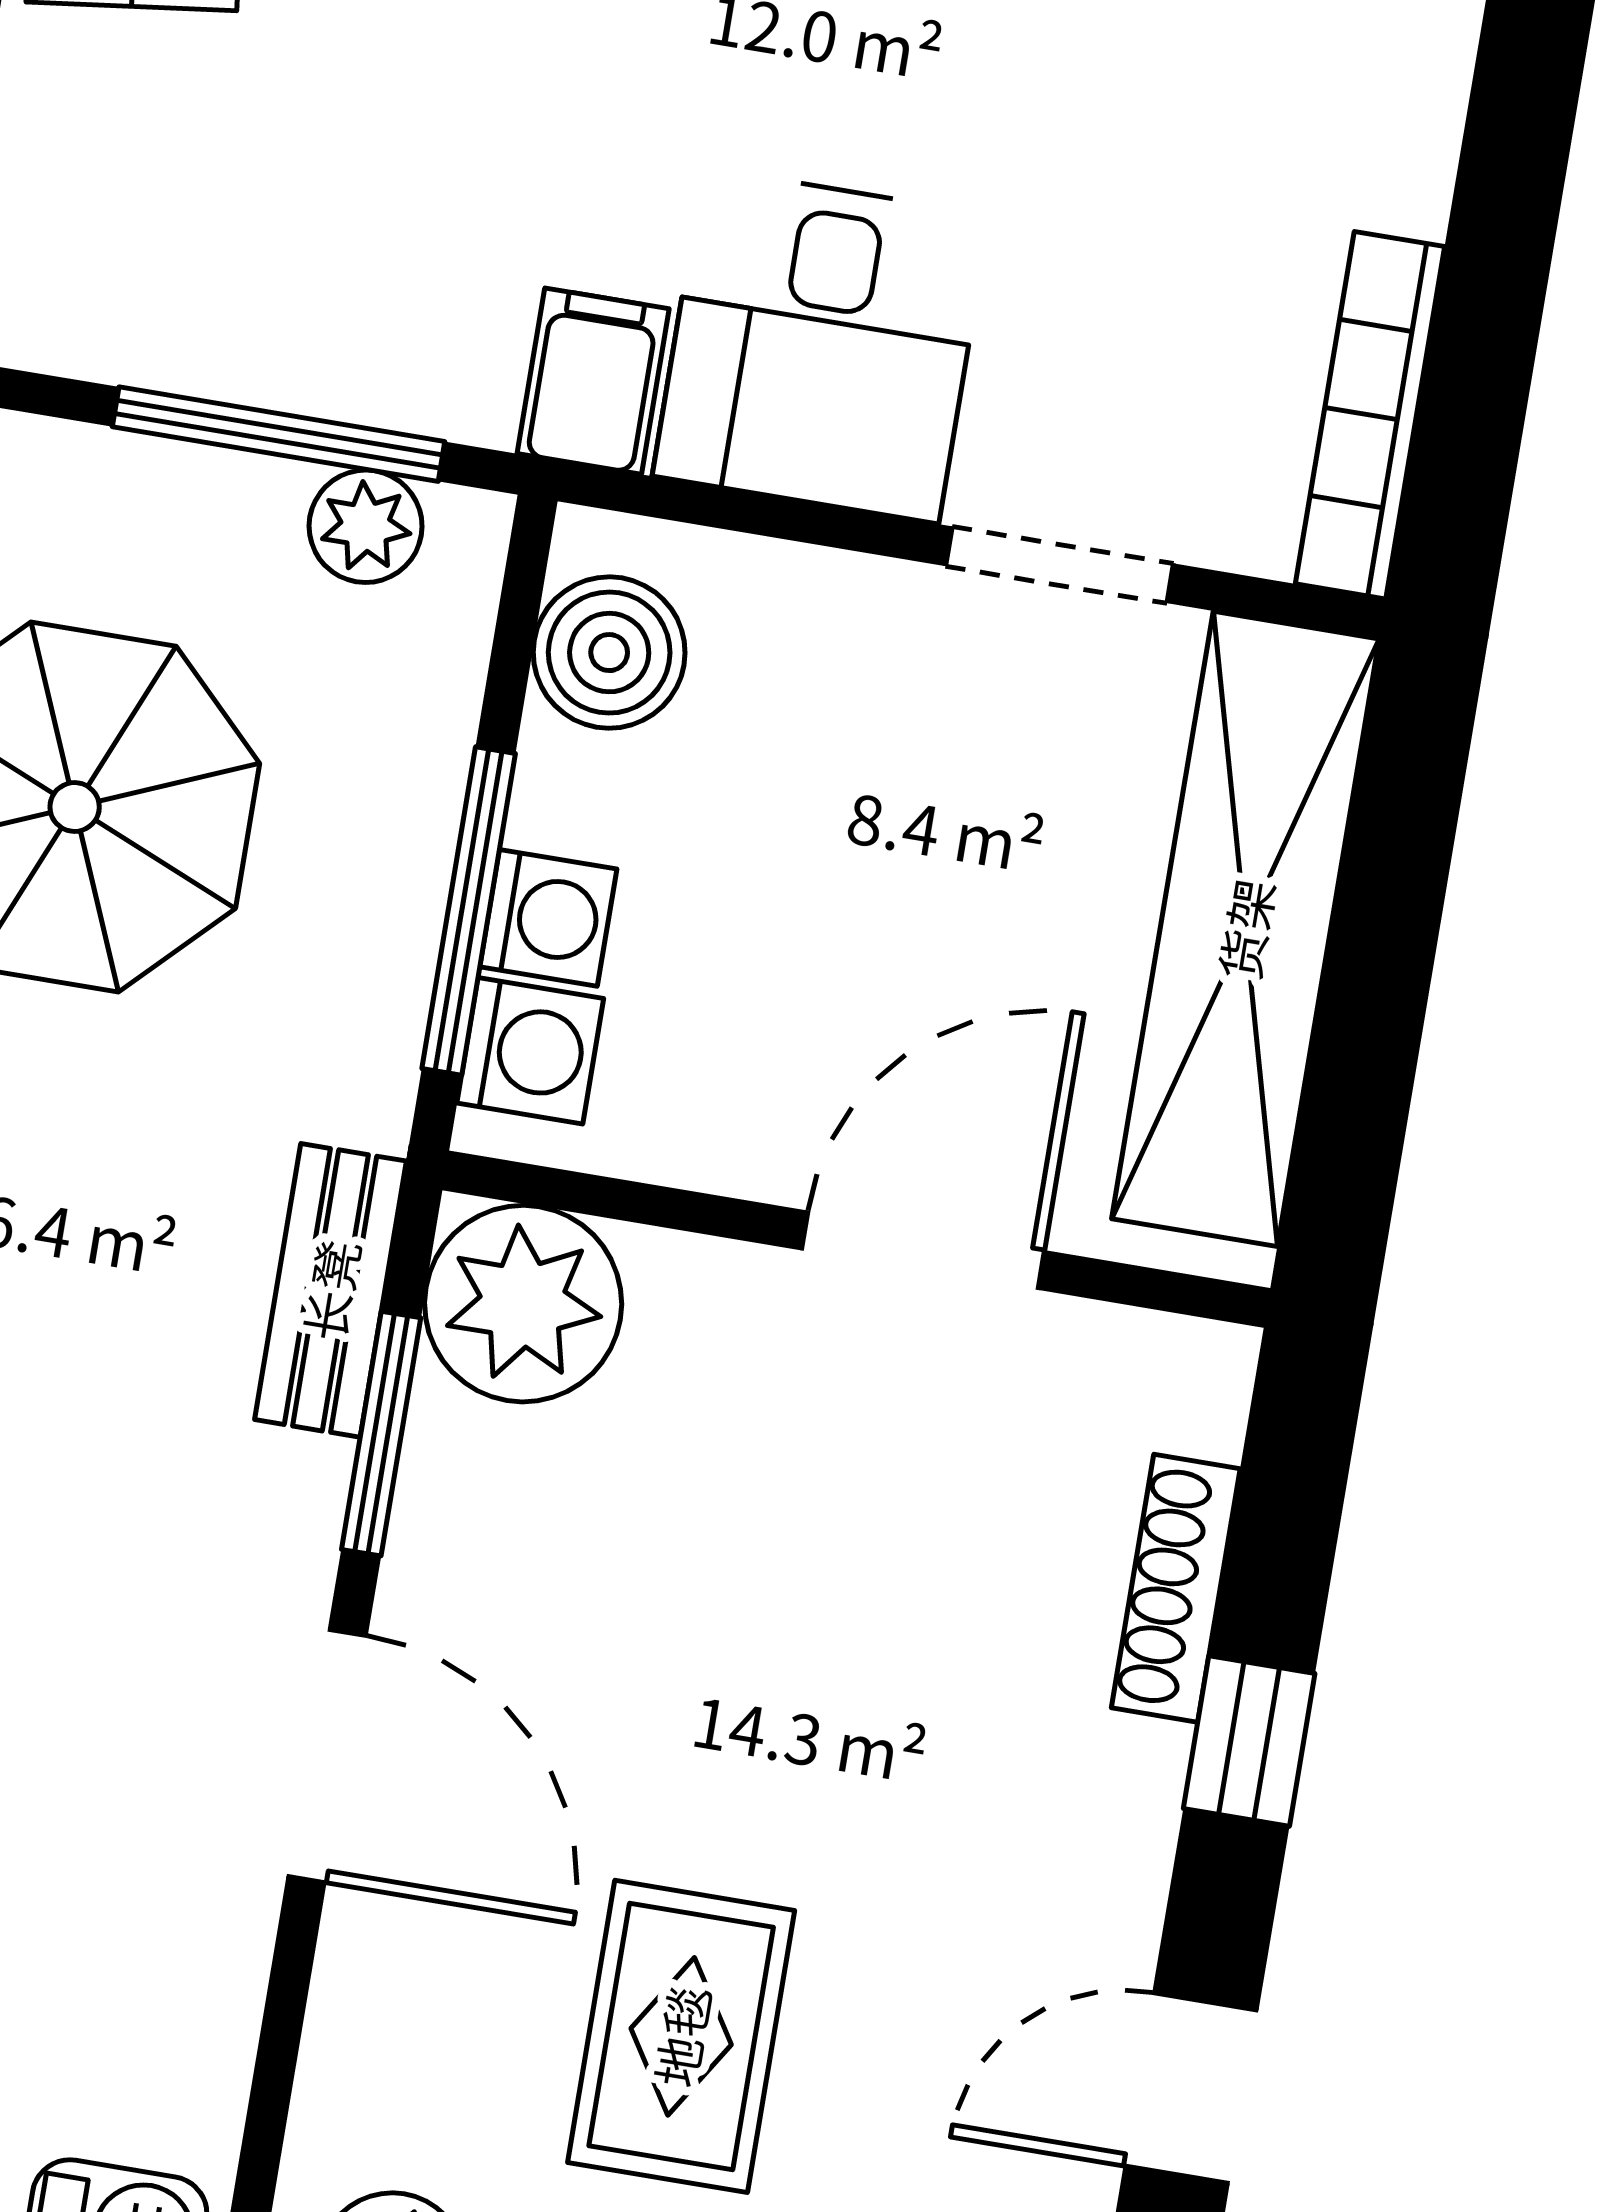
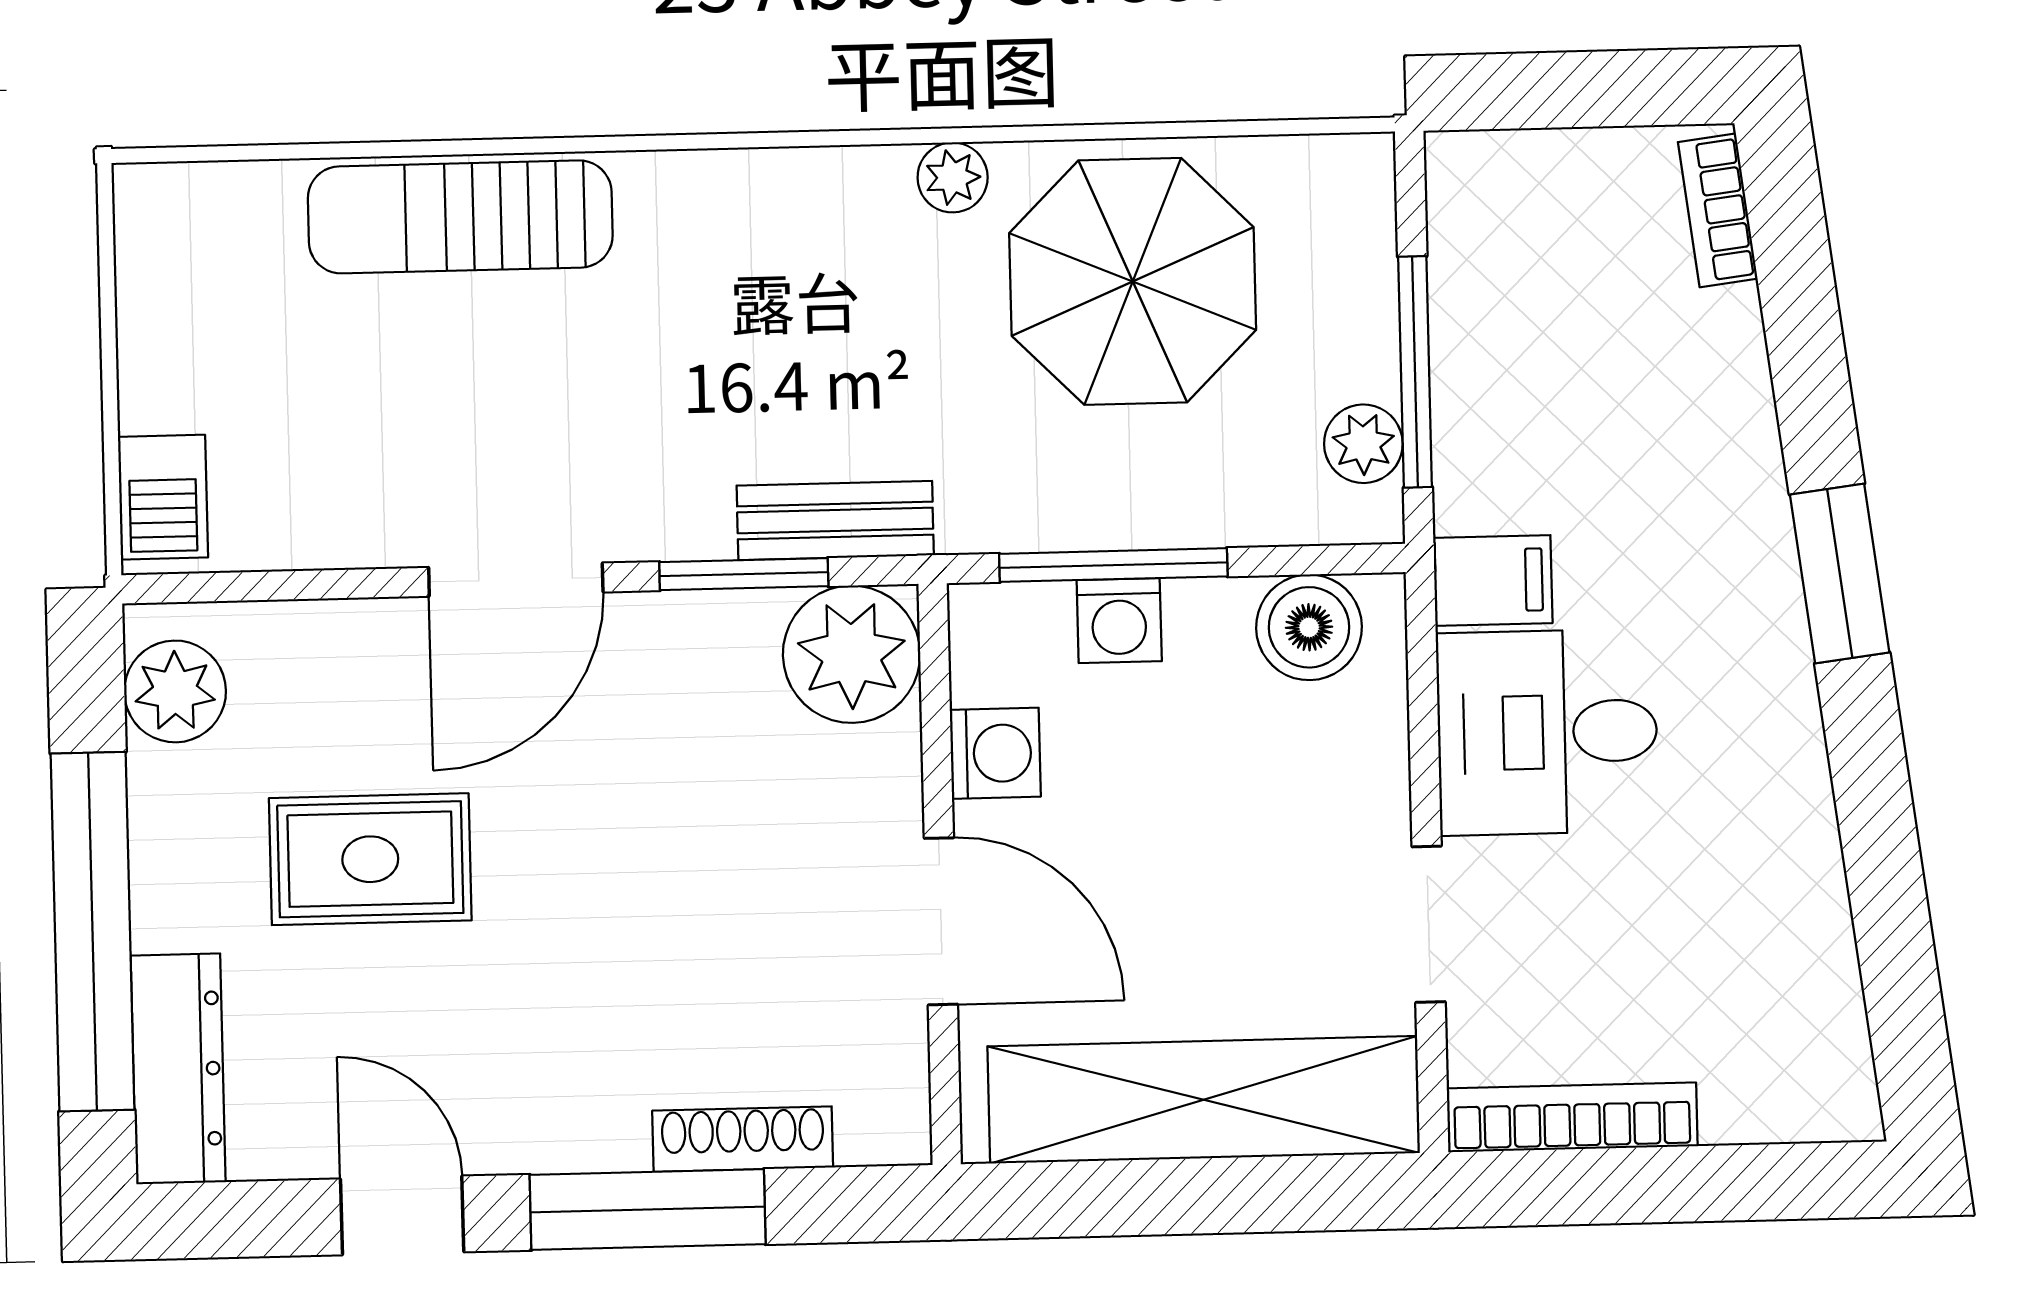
washing machine: (530, 1051) -> (995, 753), moved, turned -90
window: (1249, 1741) -> (648, 1209), width x2.17

